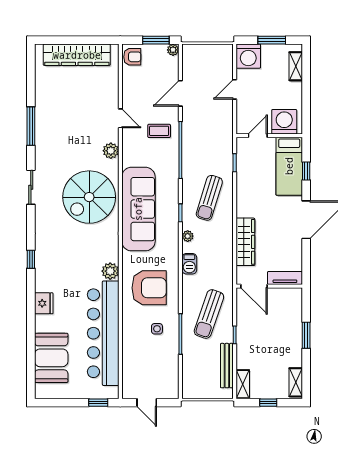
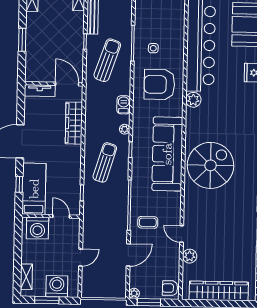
washing machine: (248, 56) -> (57, 286), moved
door: (258, 136) -> (61, 216), swing flipped
plant: (111, 151) -> (190, 256), moved

